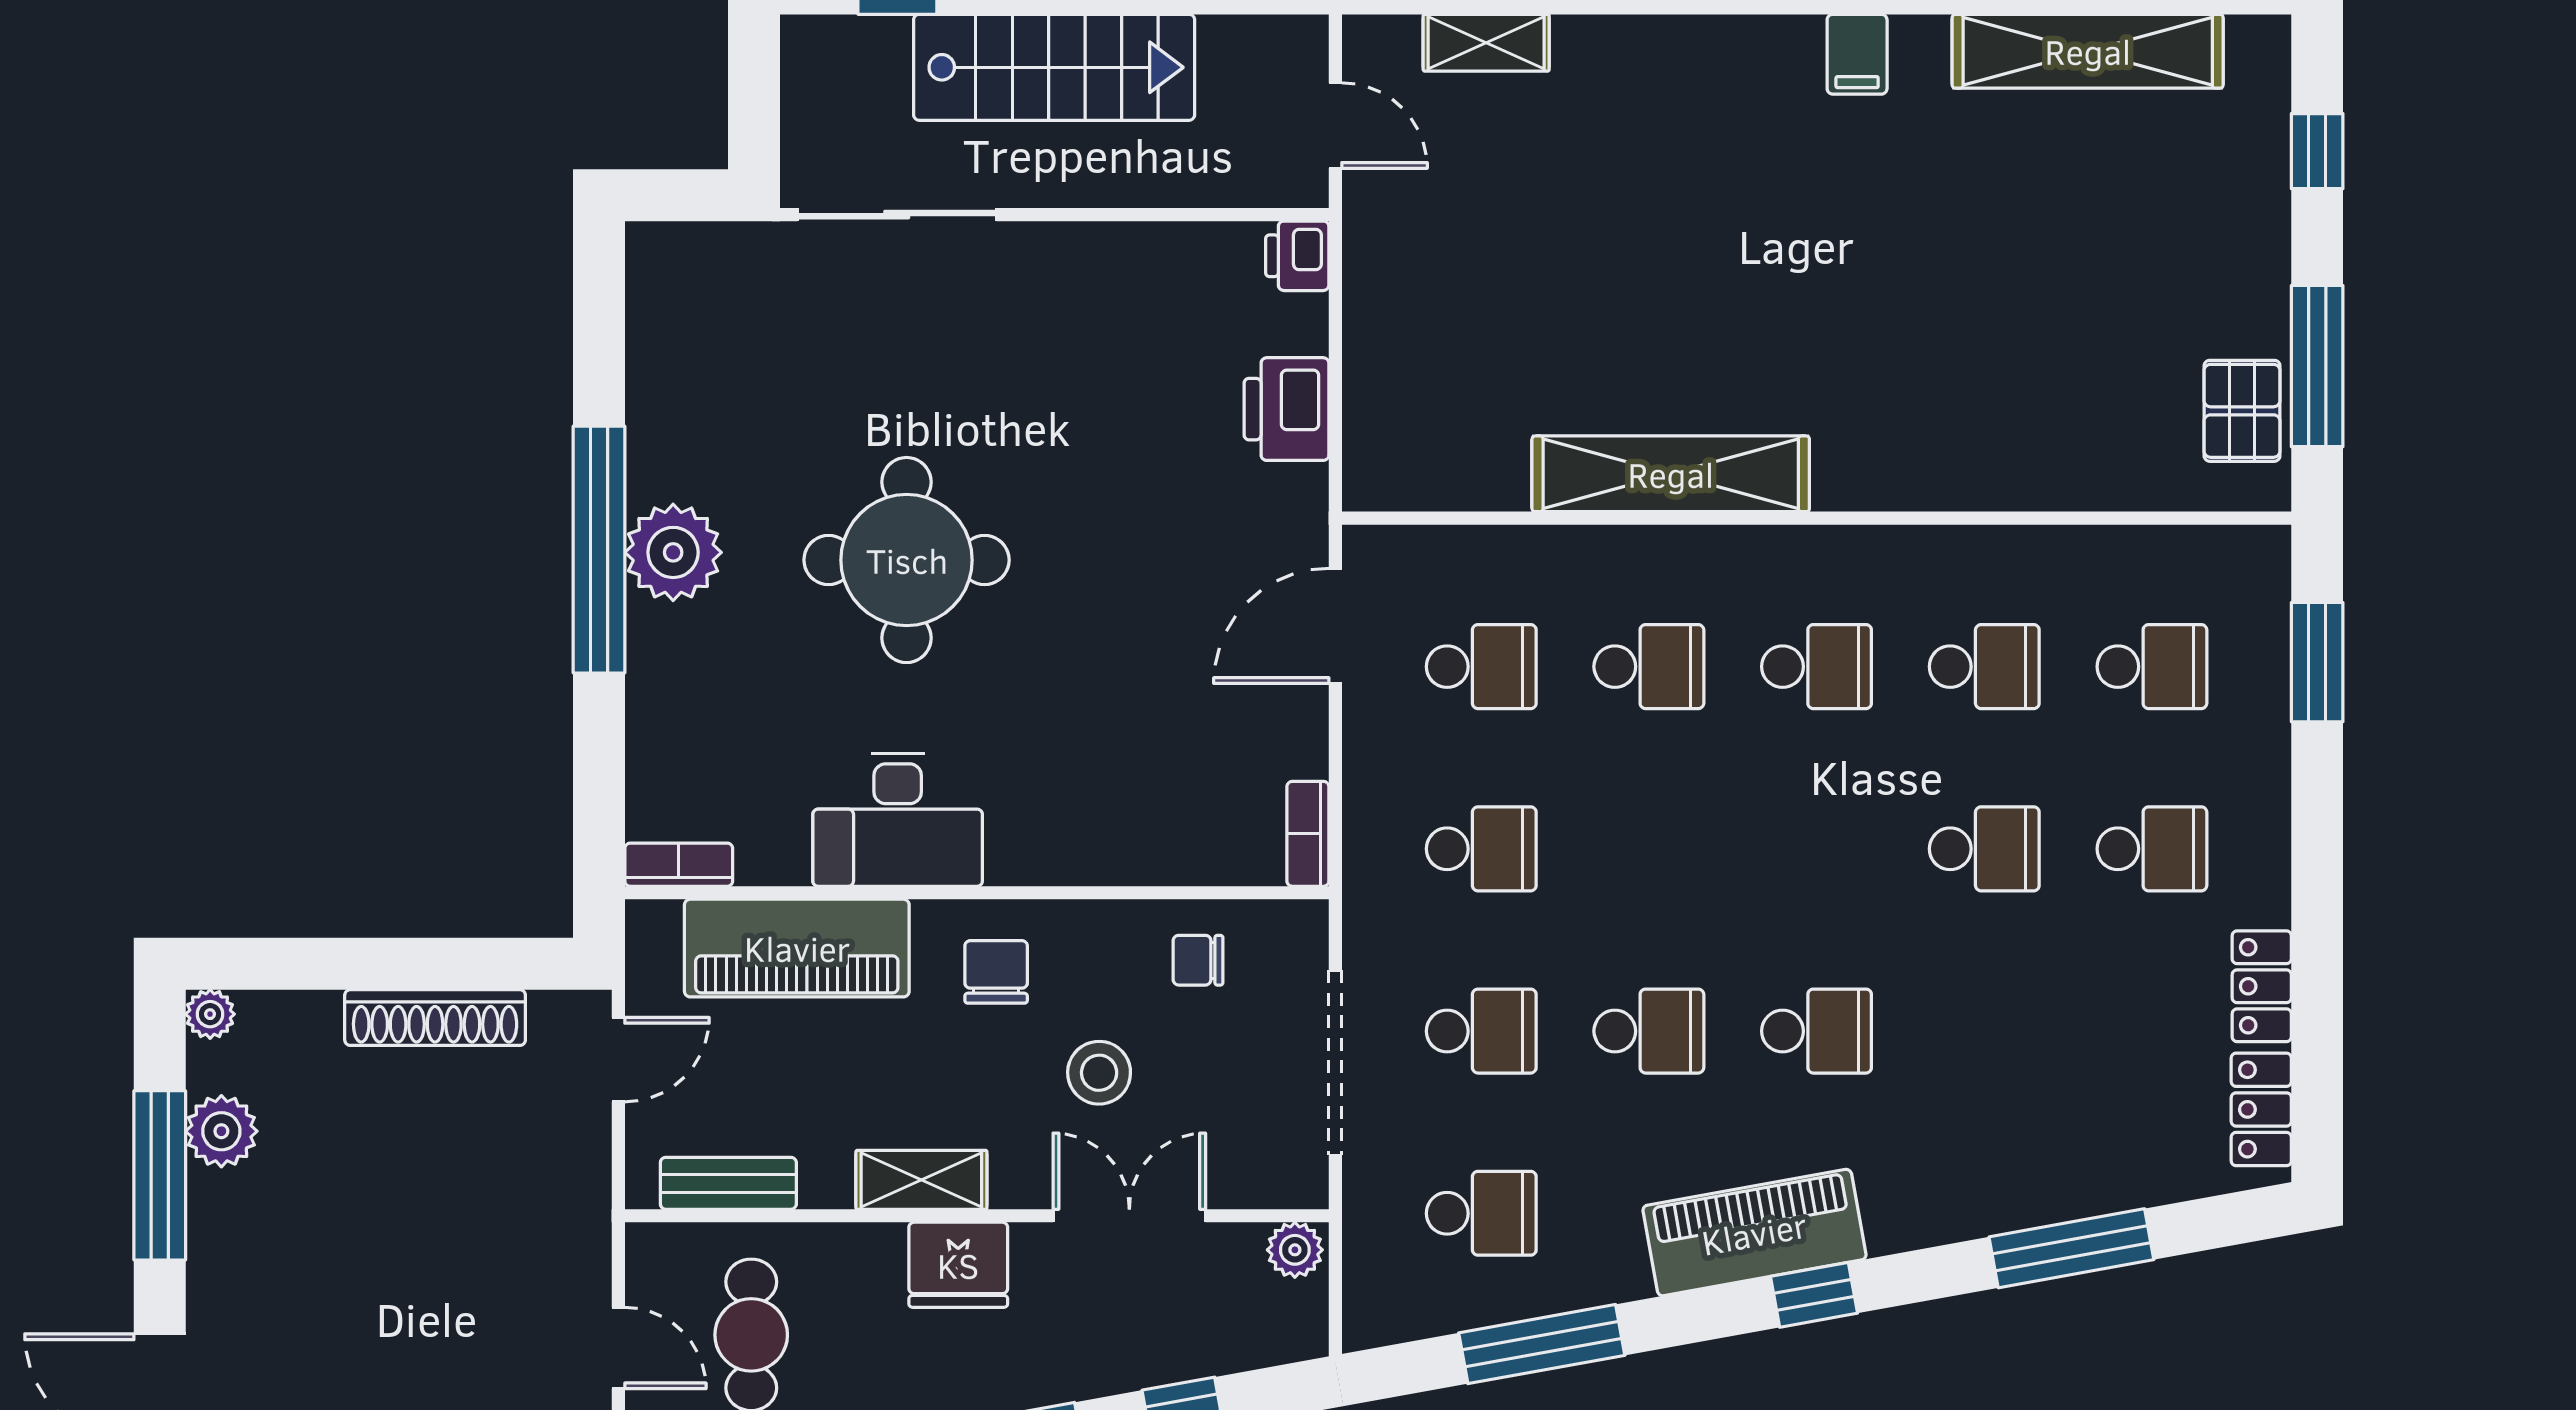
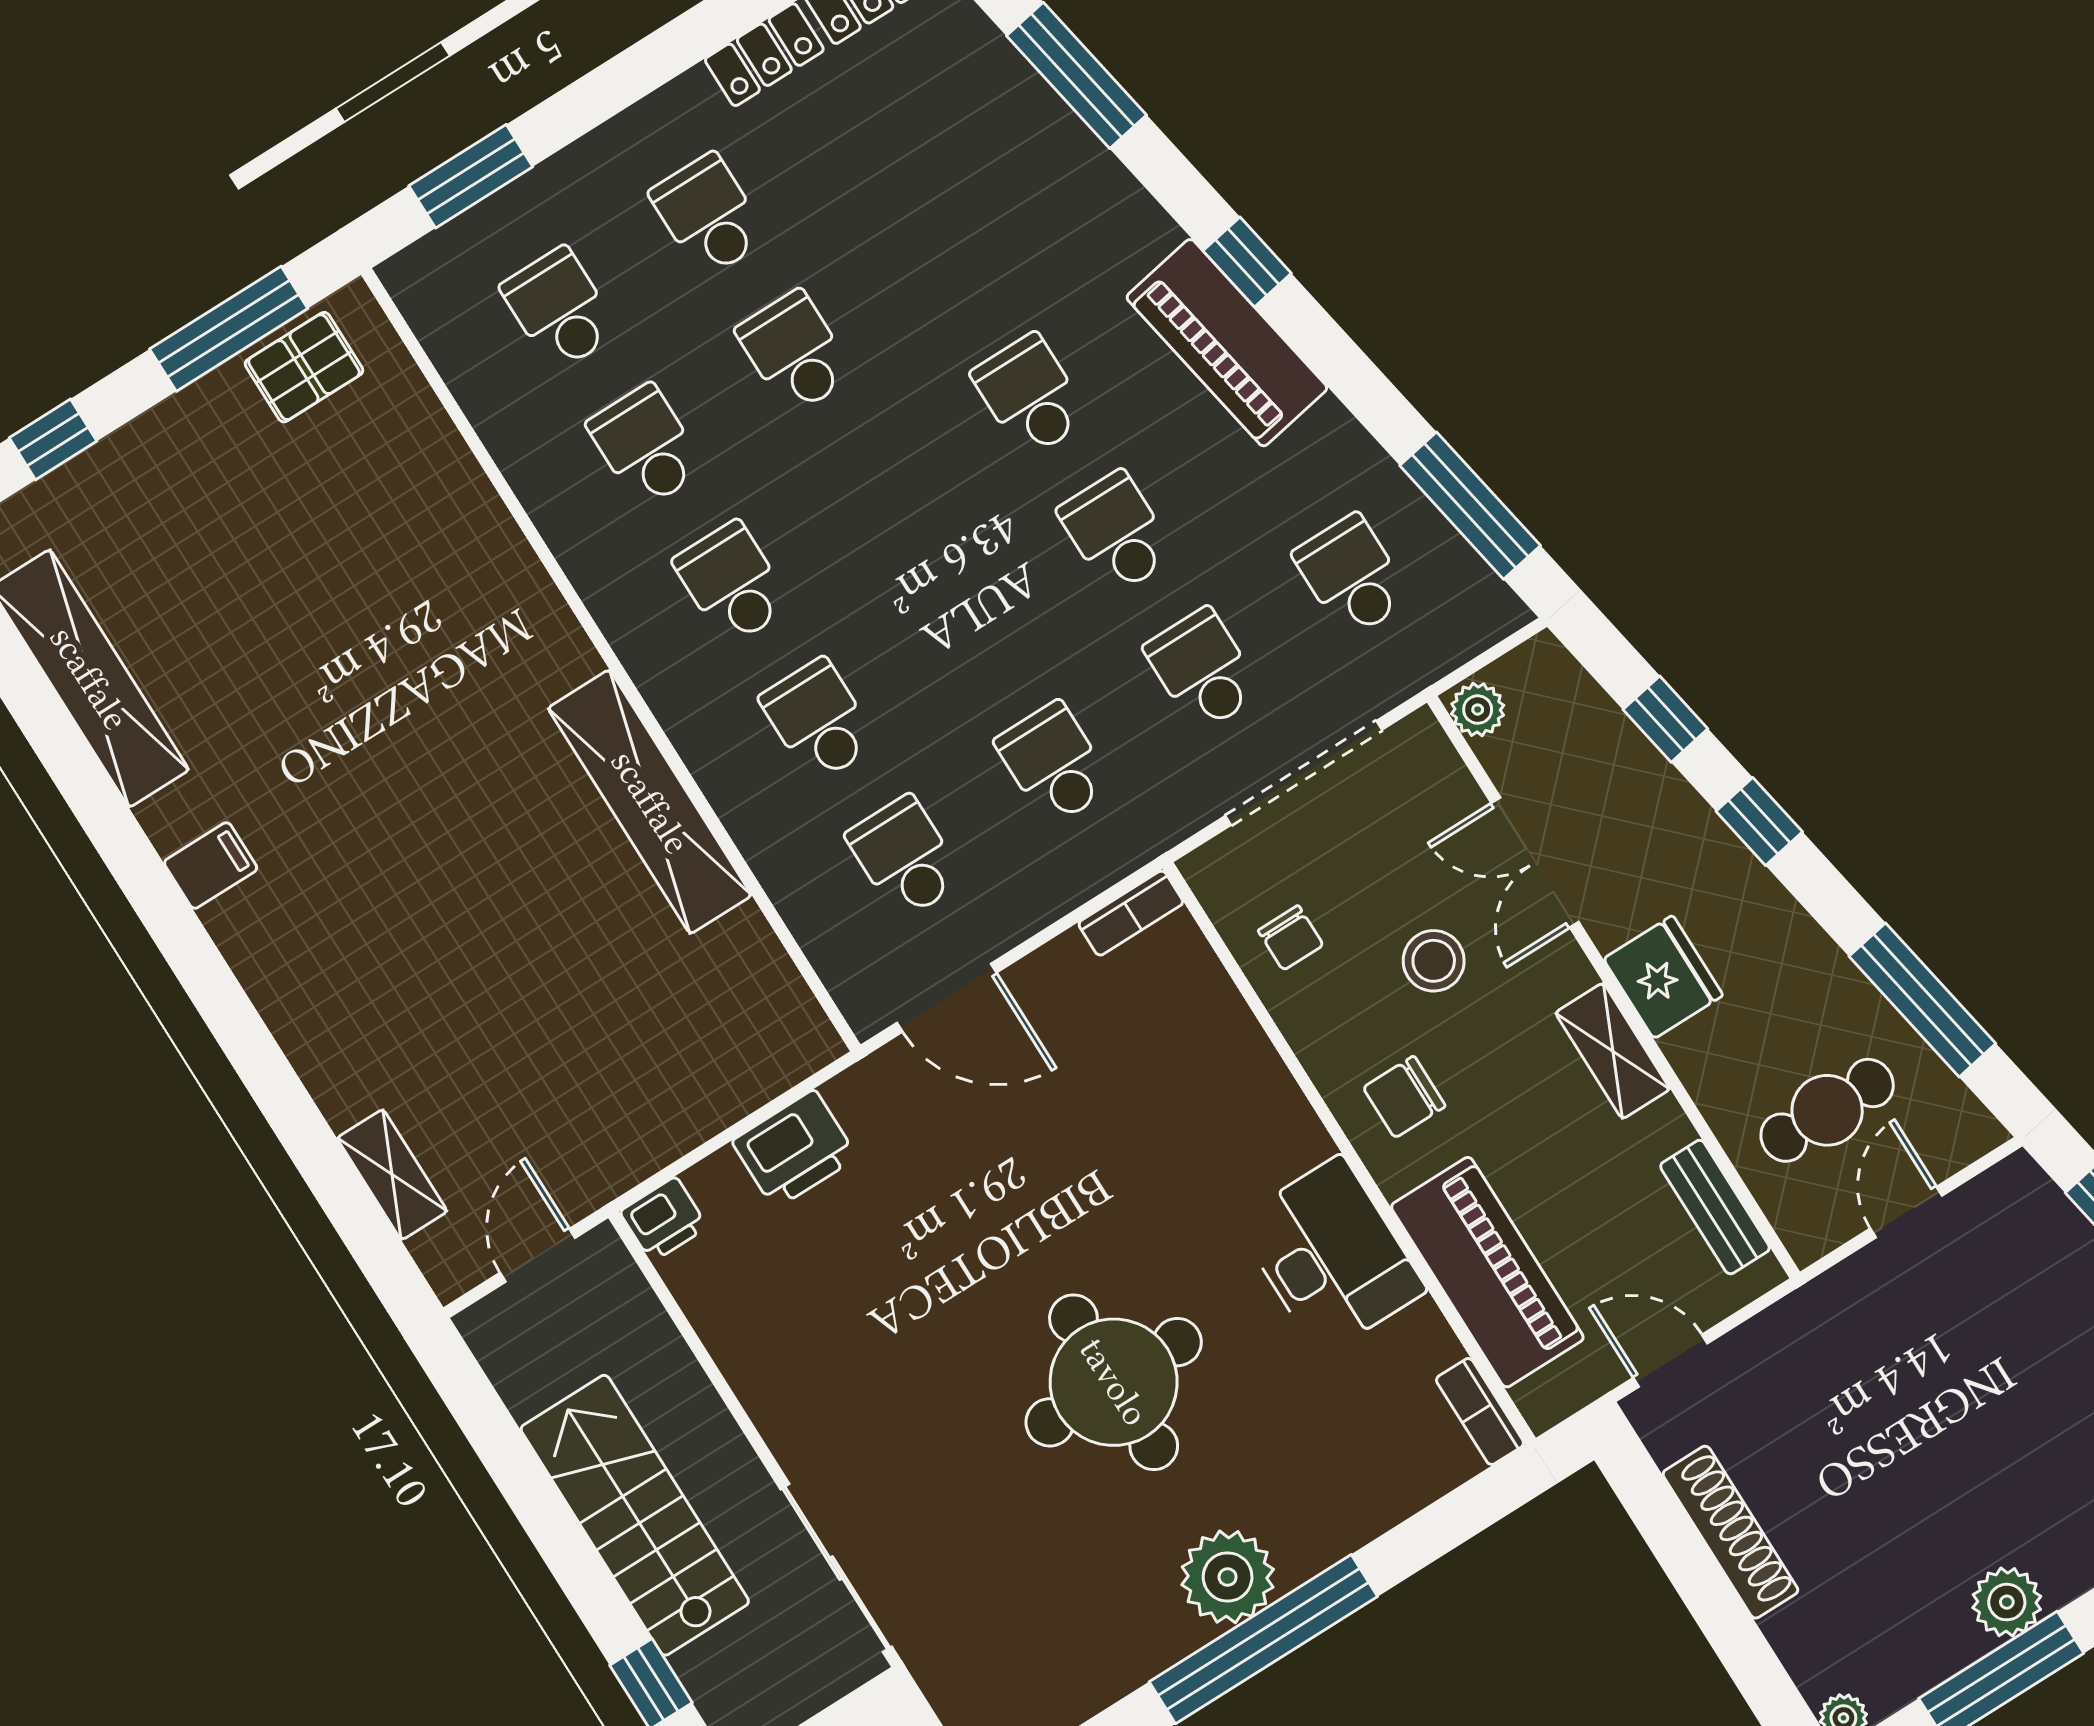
plant: (221, 1131) -> (2007, 1602), moved
window: (1542, 1344) -> (1470, 506), moved

